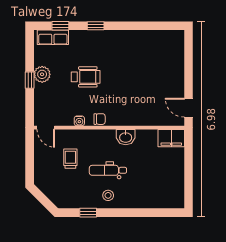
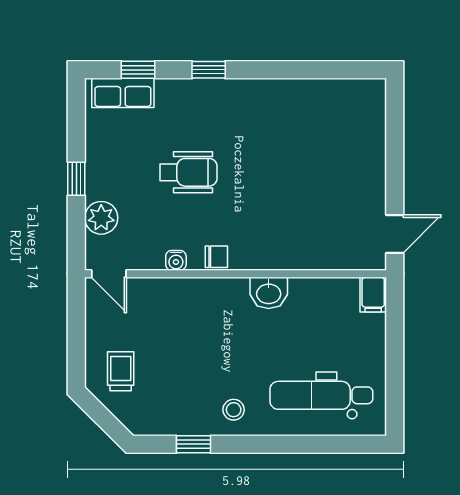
plant: (42, 74) -> (101, 218), moved
door: (189, 108) -> (395, 234), swing flipped
filing cabinet: (171, 138) -> (373, 295), width x0.50
trolley: (70, 159) -> (121, 371), moved
dental chair: (108, 170) -> (321, 395), moved, width x1.36, depth x1.38

